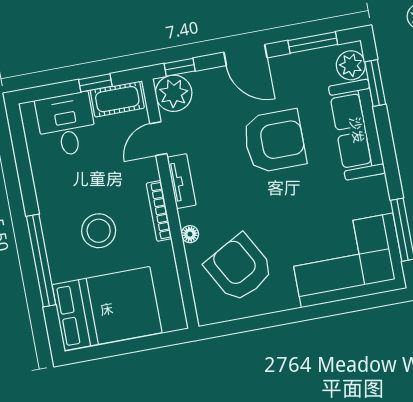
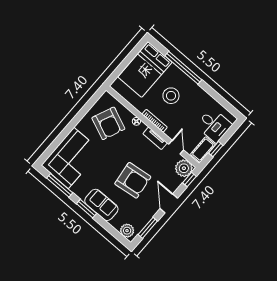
door: (245, 55) -> (169, 203), hinge flipped
window: (375, 83) -> (87, 209), moved
sofa: (357, 130) -> (101, 205), width x0.73
armchair: (274, 141) -> (133, 180), turned -97
armchair: (239, 268) -> (108, 123), turned 52

